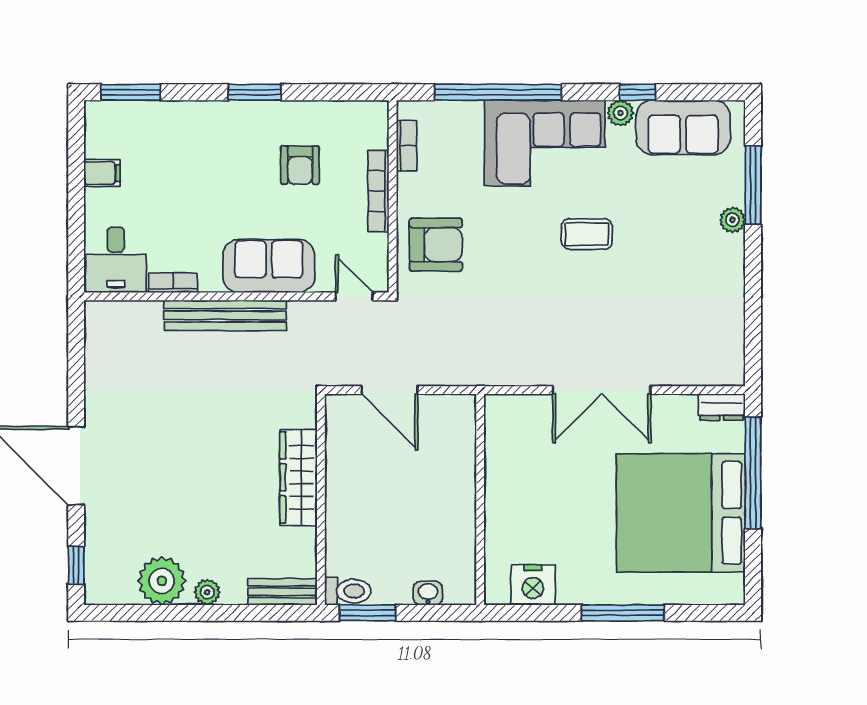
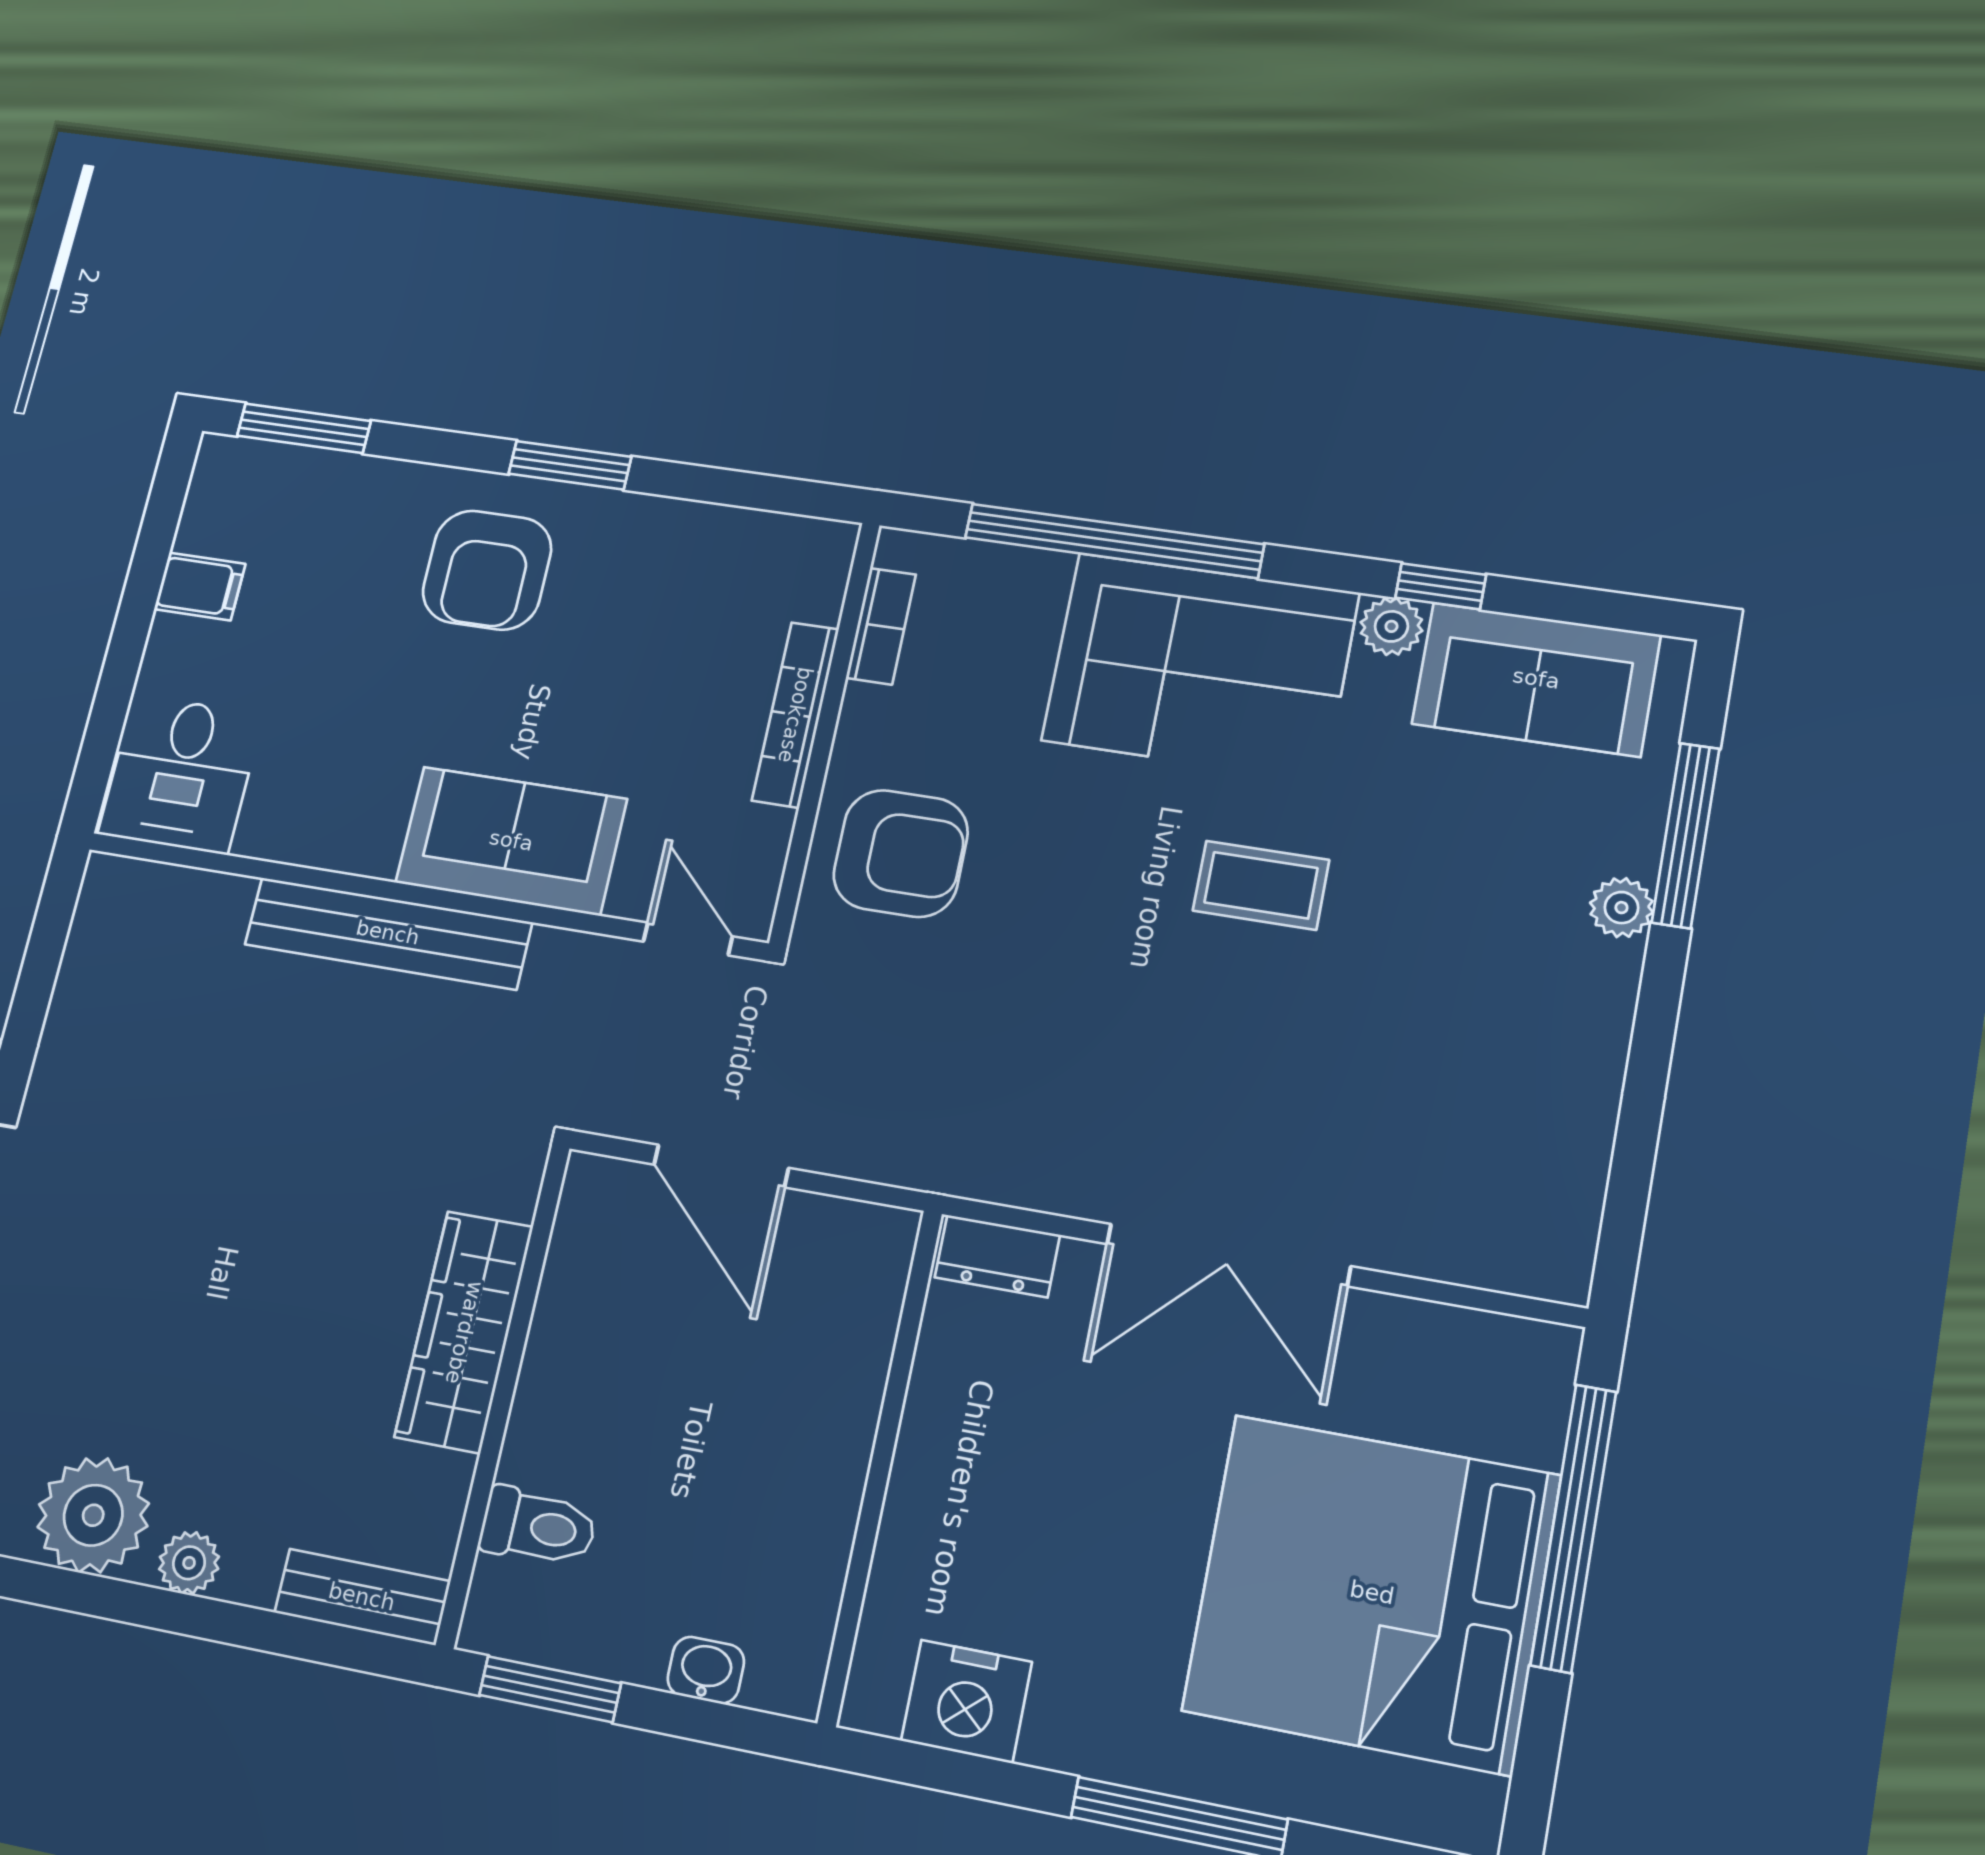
armchair: (300, 165) -> (487, 570), moved, width x1.38, depth x1.38
bookcase: (173, 283) -> (292, 843), removed
dresser: (722, 407) -> (997, 1256), moved
toilet: (348, 591) -> (538, 1527), moved

